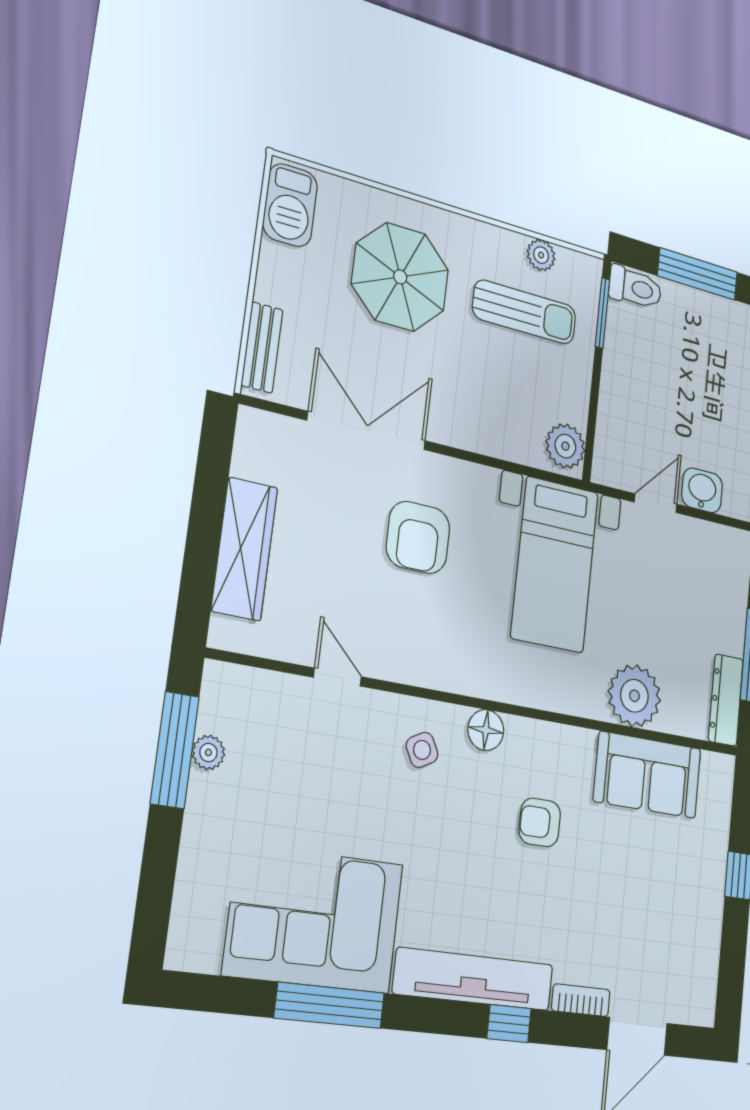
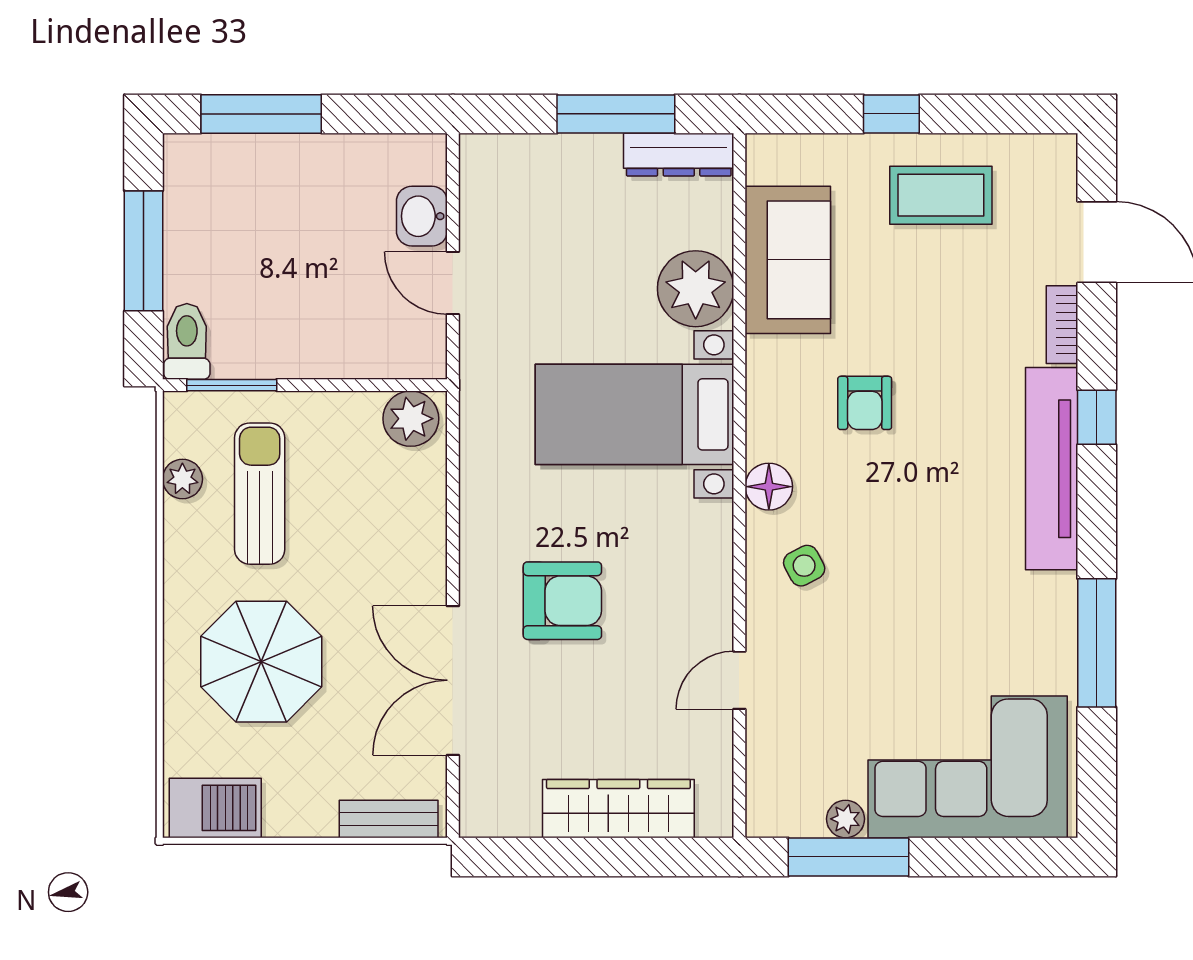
bed with nightstands: (555, 565) -> (635, 414), moved, turned 180
coffee table: (681, 908) -> (941, 195), added
corner sofa: (314, 919) -> (968, 767), moved, turned 90

